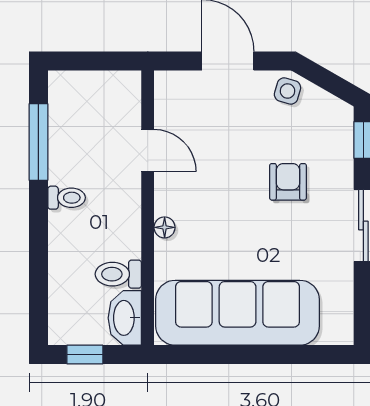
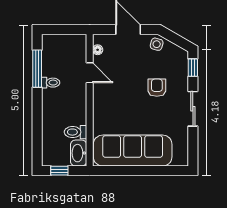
toilet: (67, 198) -> (51, 83), moved
floor lamp: (165, 227) -> (98, 50), moved

